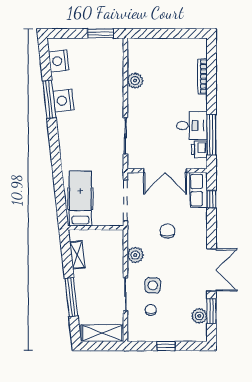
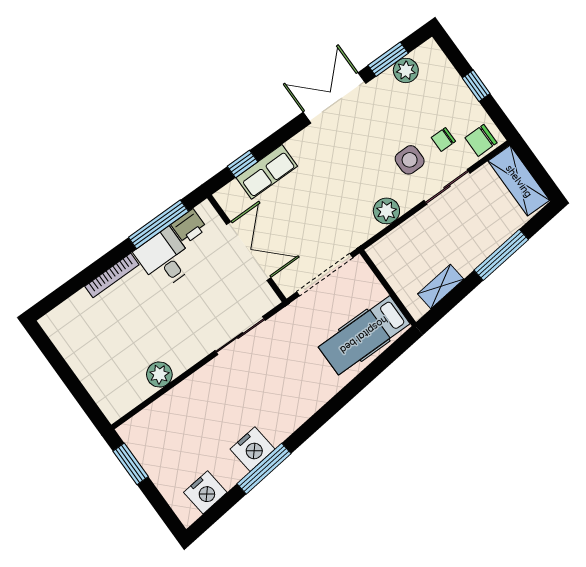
bookcase: (202, 76) -> (112, 275), moved
row of seats: (199, 190) -> (267, 172), moved
chair: (167, 231) -> (481, 140), moved

